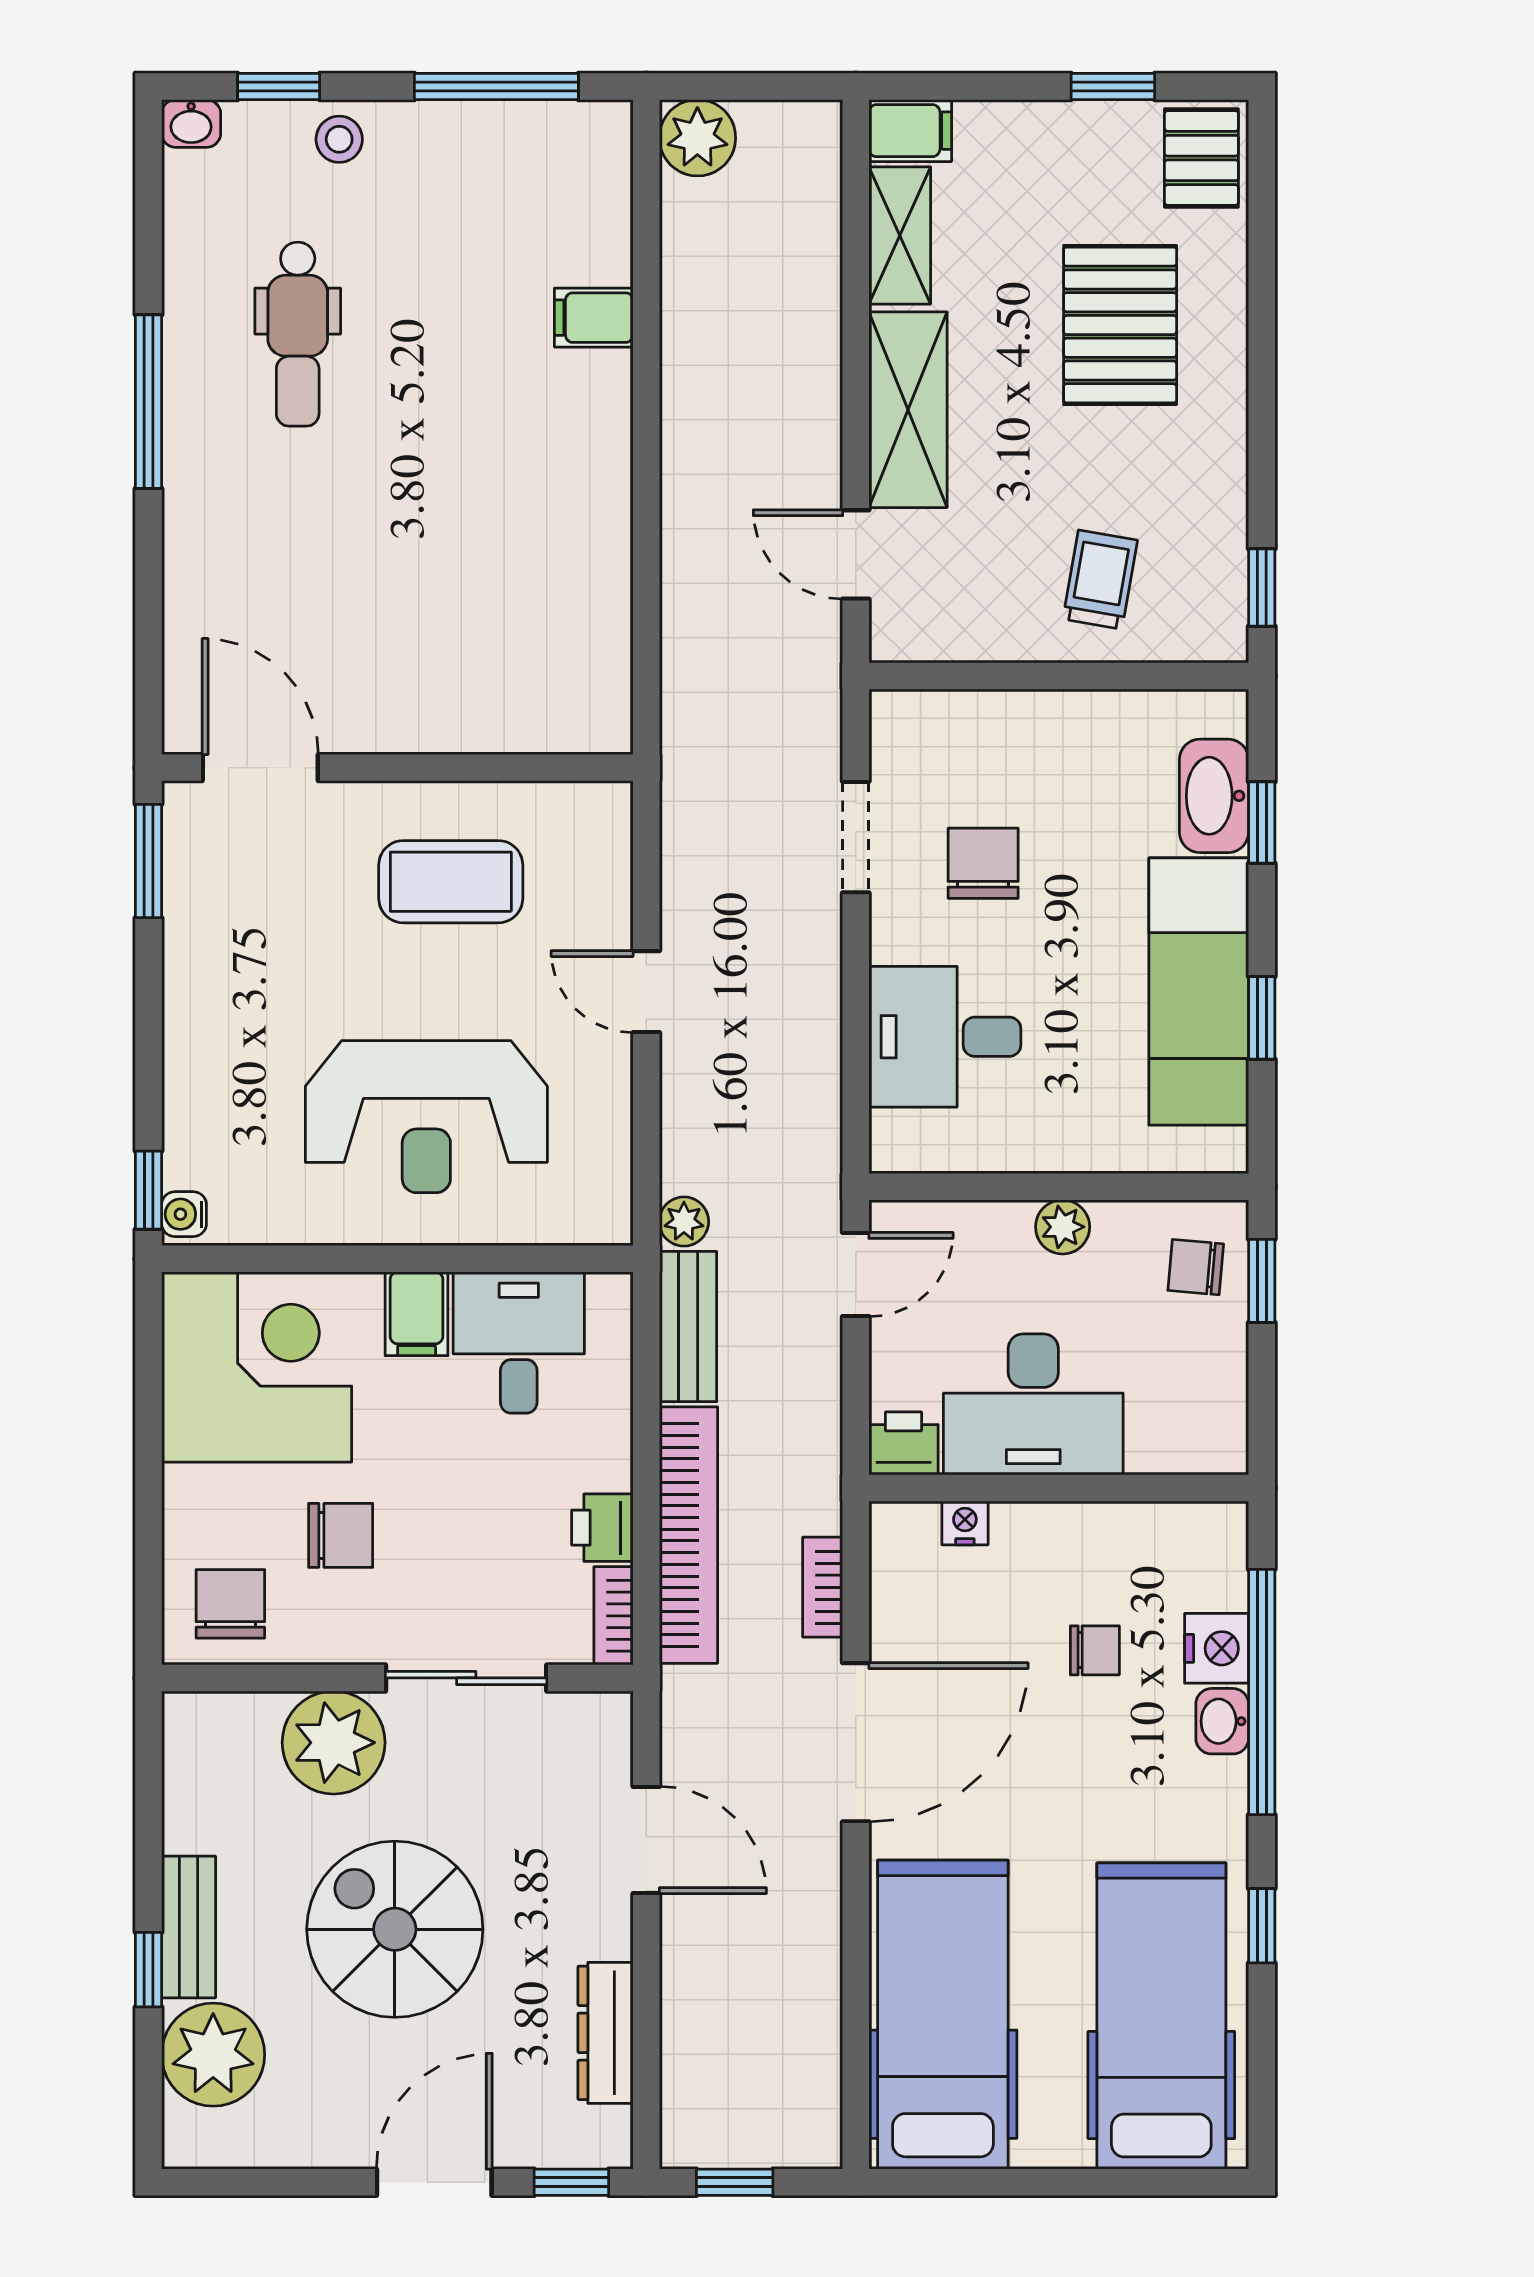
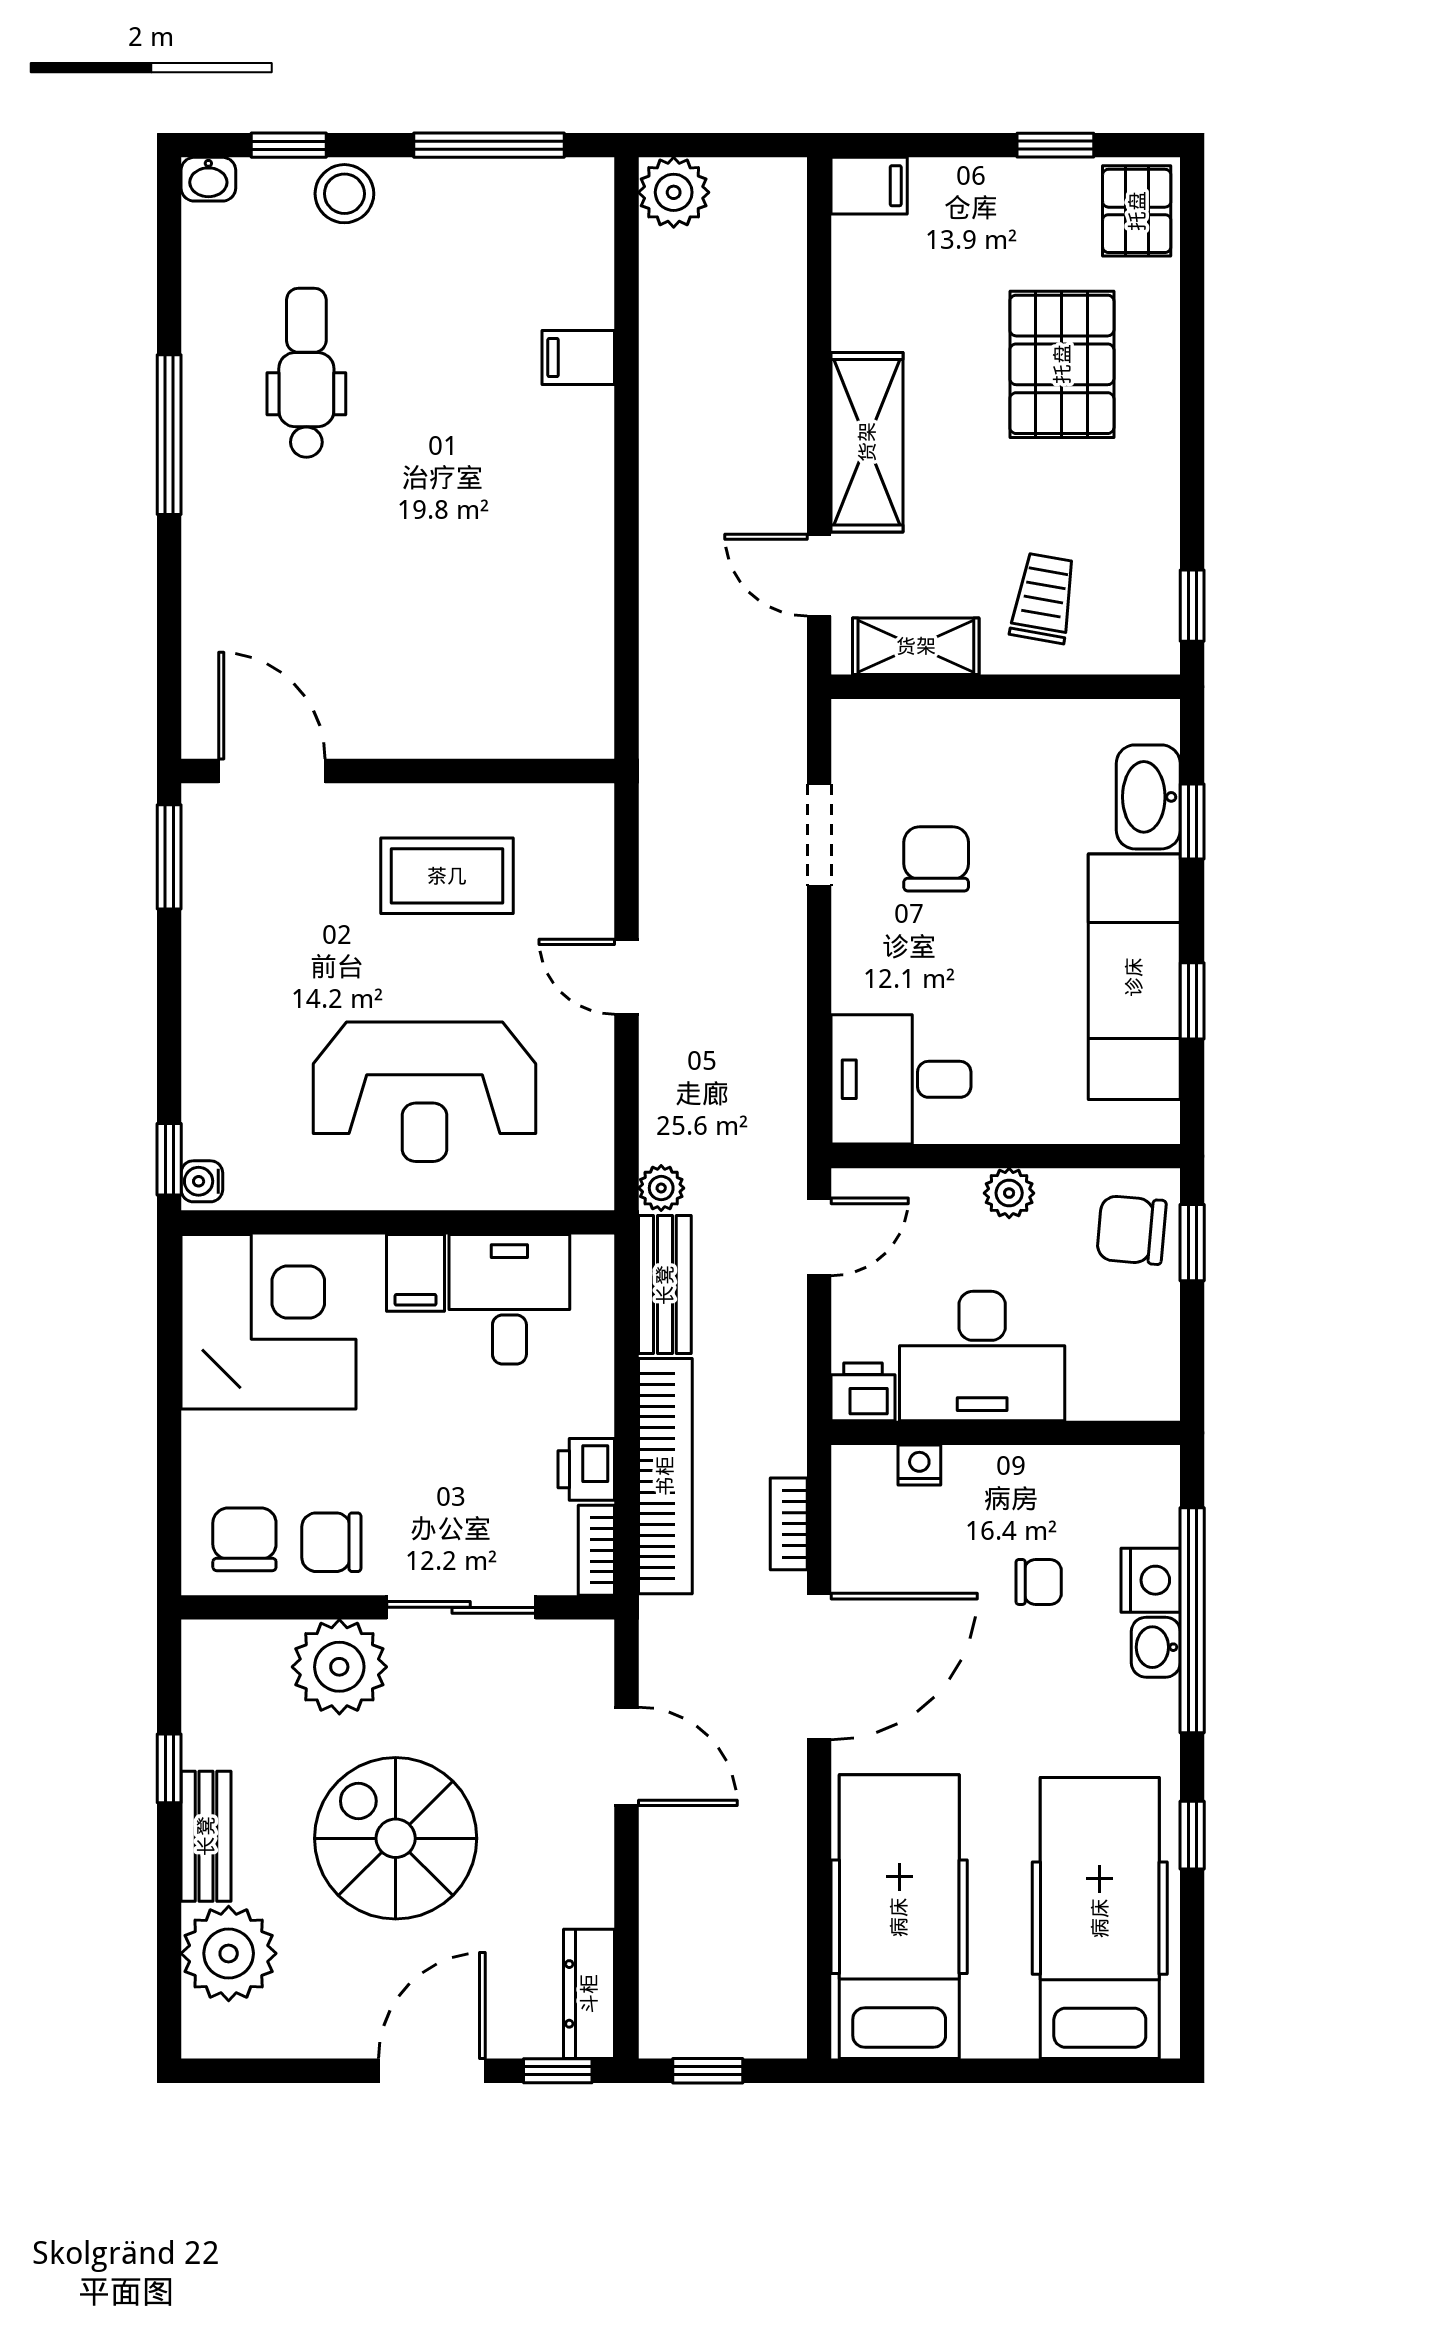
stool: (339, 139) -> (344, 194), width x1.37, depth x1.37
shelving: (900, 235) -> (916, 646), moved, turned 90
dental chair: (298, 334) -> (306, 373), turned 180
desk: (945, 1037) -> (901, 1079), moved
chair: (1196, 1267) -> (1131, 1230), width x1.37, depth x1.37
chair: (341, 1535) -> (331, 1542), moved, turned 180
window: (148, 1970) -> (169, 1768), moved
dresser: (605, 2033) -> (589, 1994), moved

